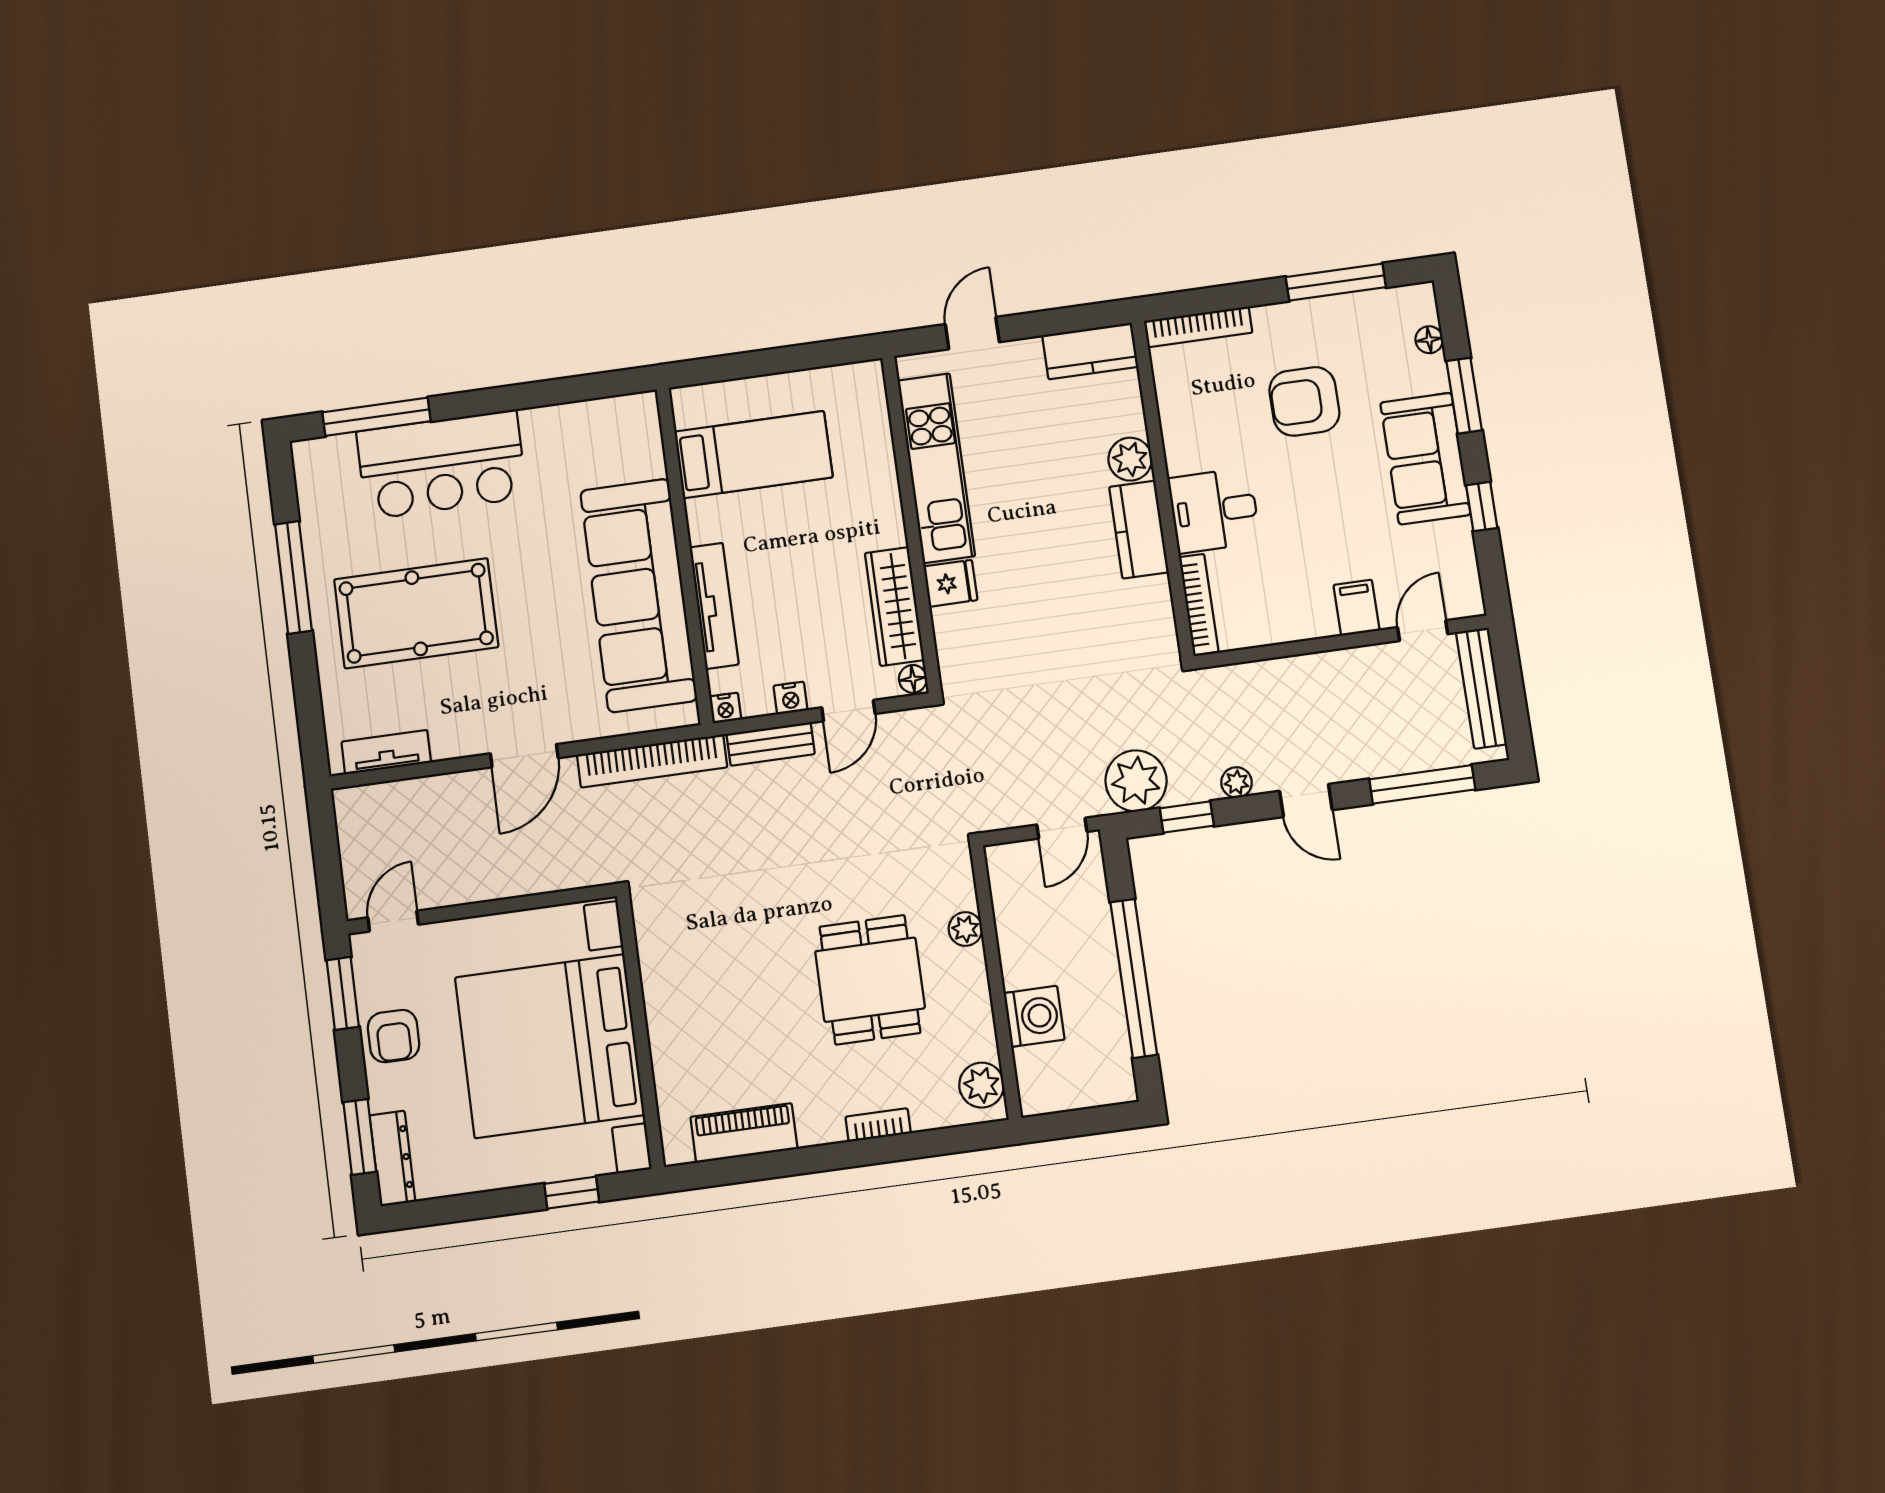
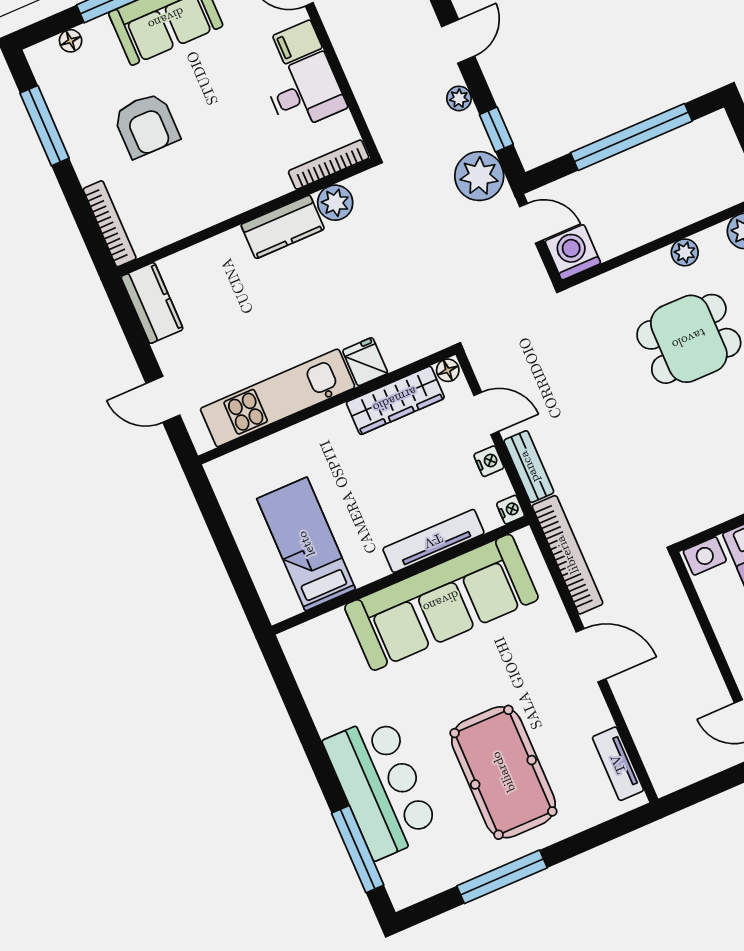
plant: (1130, 459) -> (335, 203), moved
desk: (1214, 510) -> (305, 92), moved, turned -90
plant: (965, 929) -> (685, 252), moved
washing machine: (1034, 1016) -> (573, 252), moved

